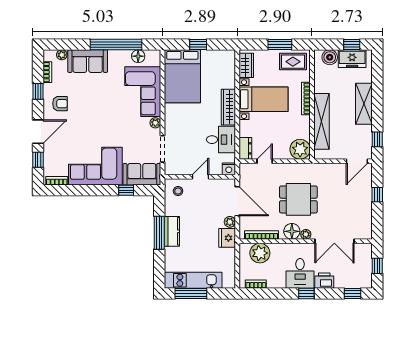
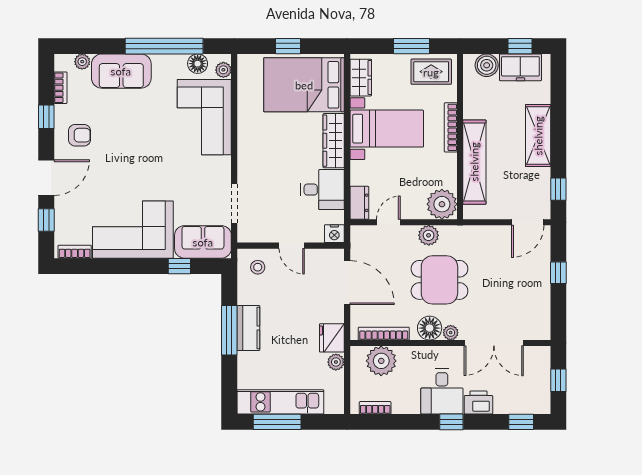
bed: (182, 76) -> (304, 85), moved, turned 90
plant: (155, 123) -> (223, 70), moved
plant: (291, 170) -> (429, 235), added
door: (201, 177) -> (292, 246), swing flipped
plant: (230, 222) -> (336, 362), moved

